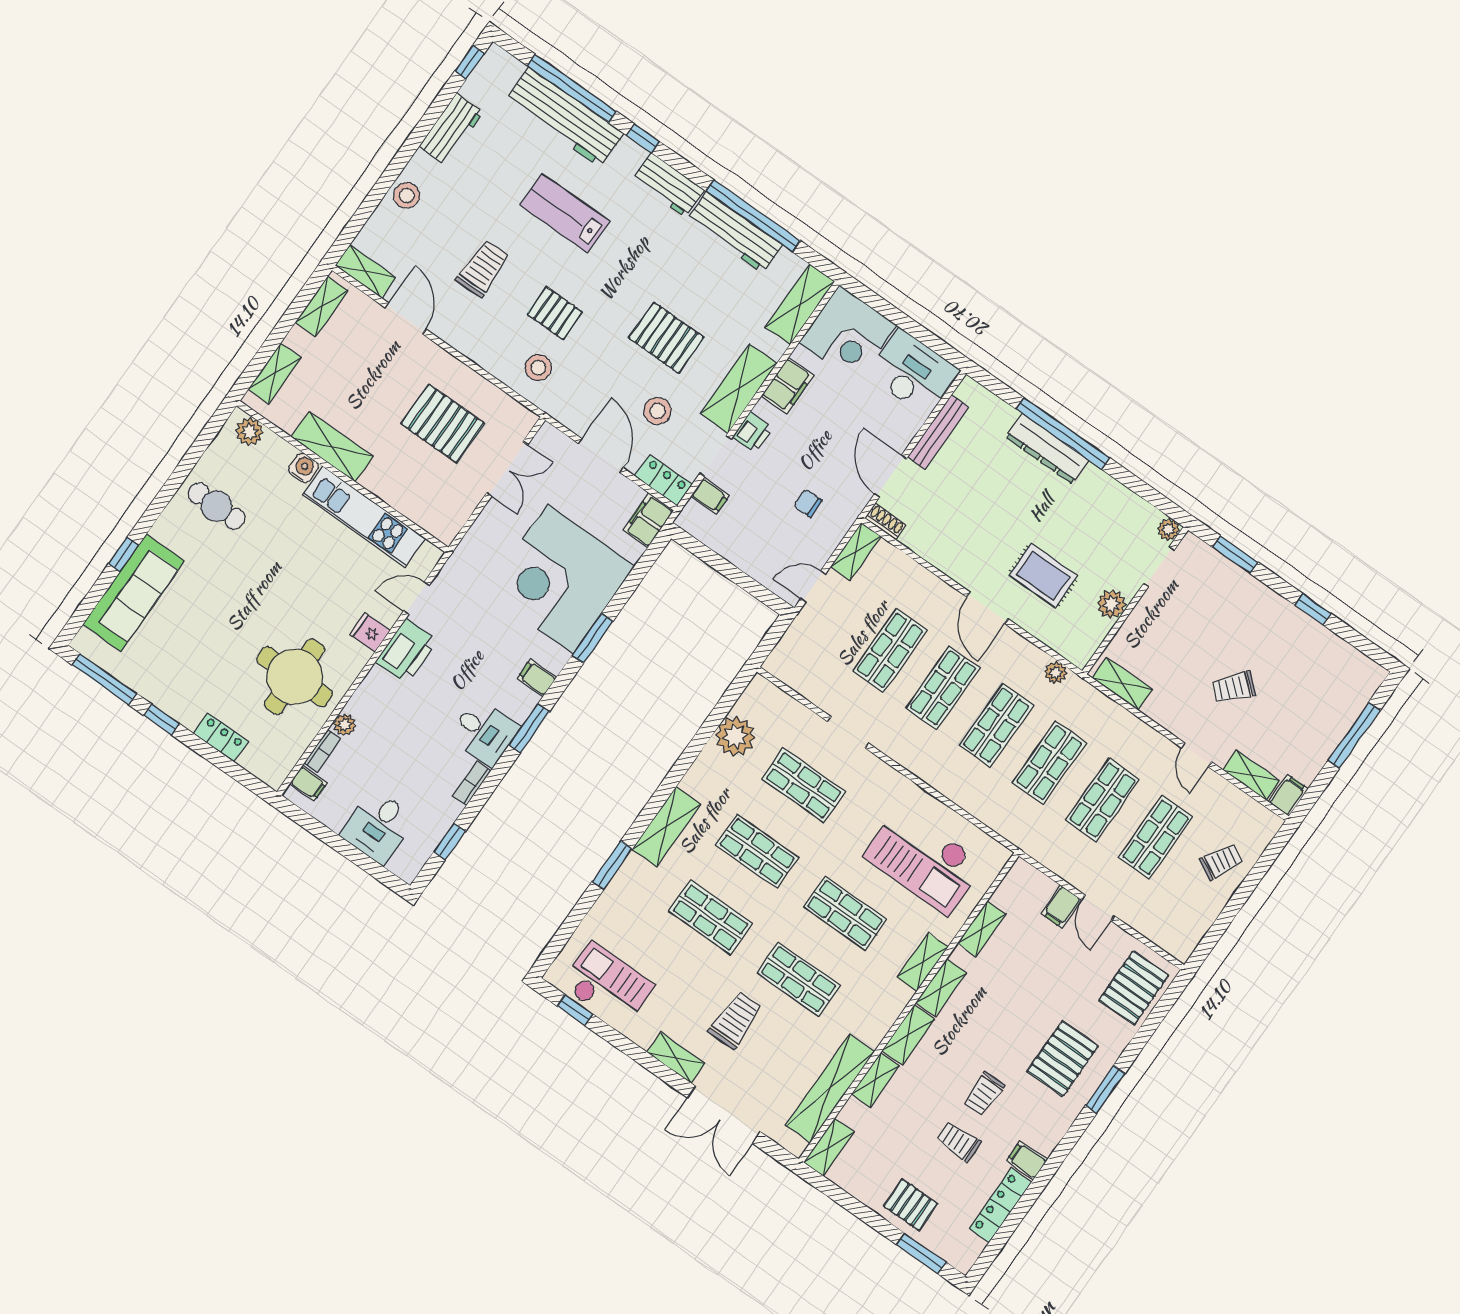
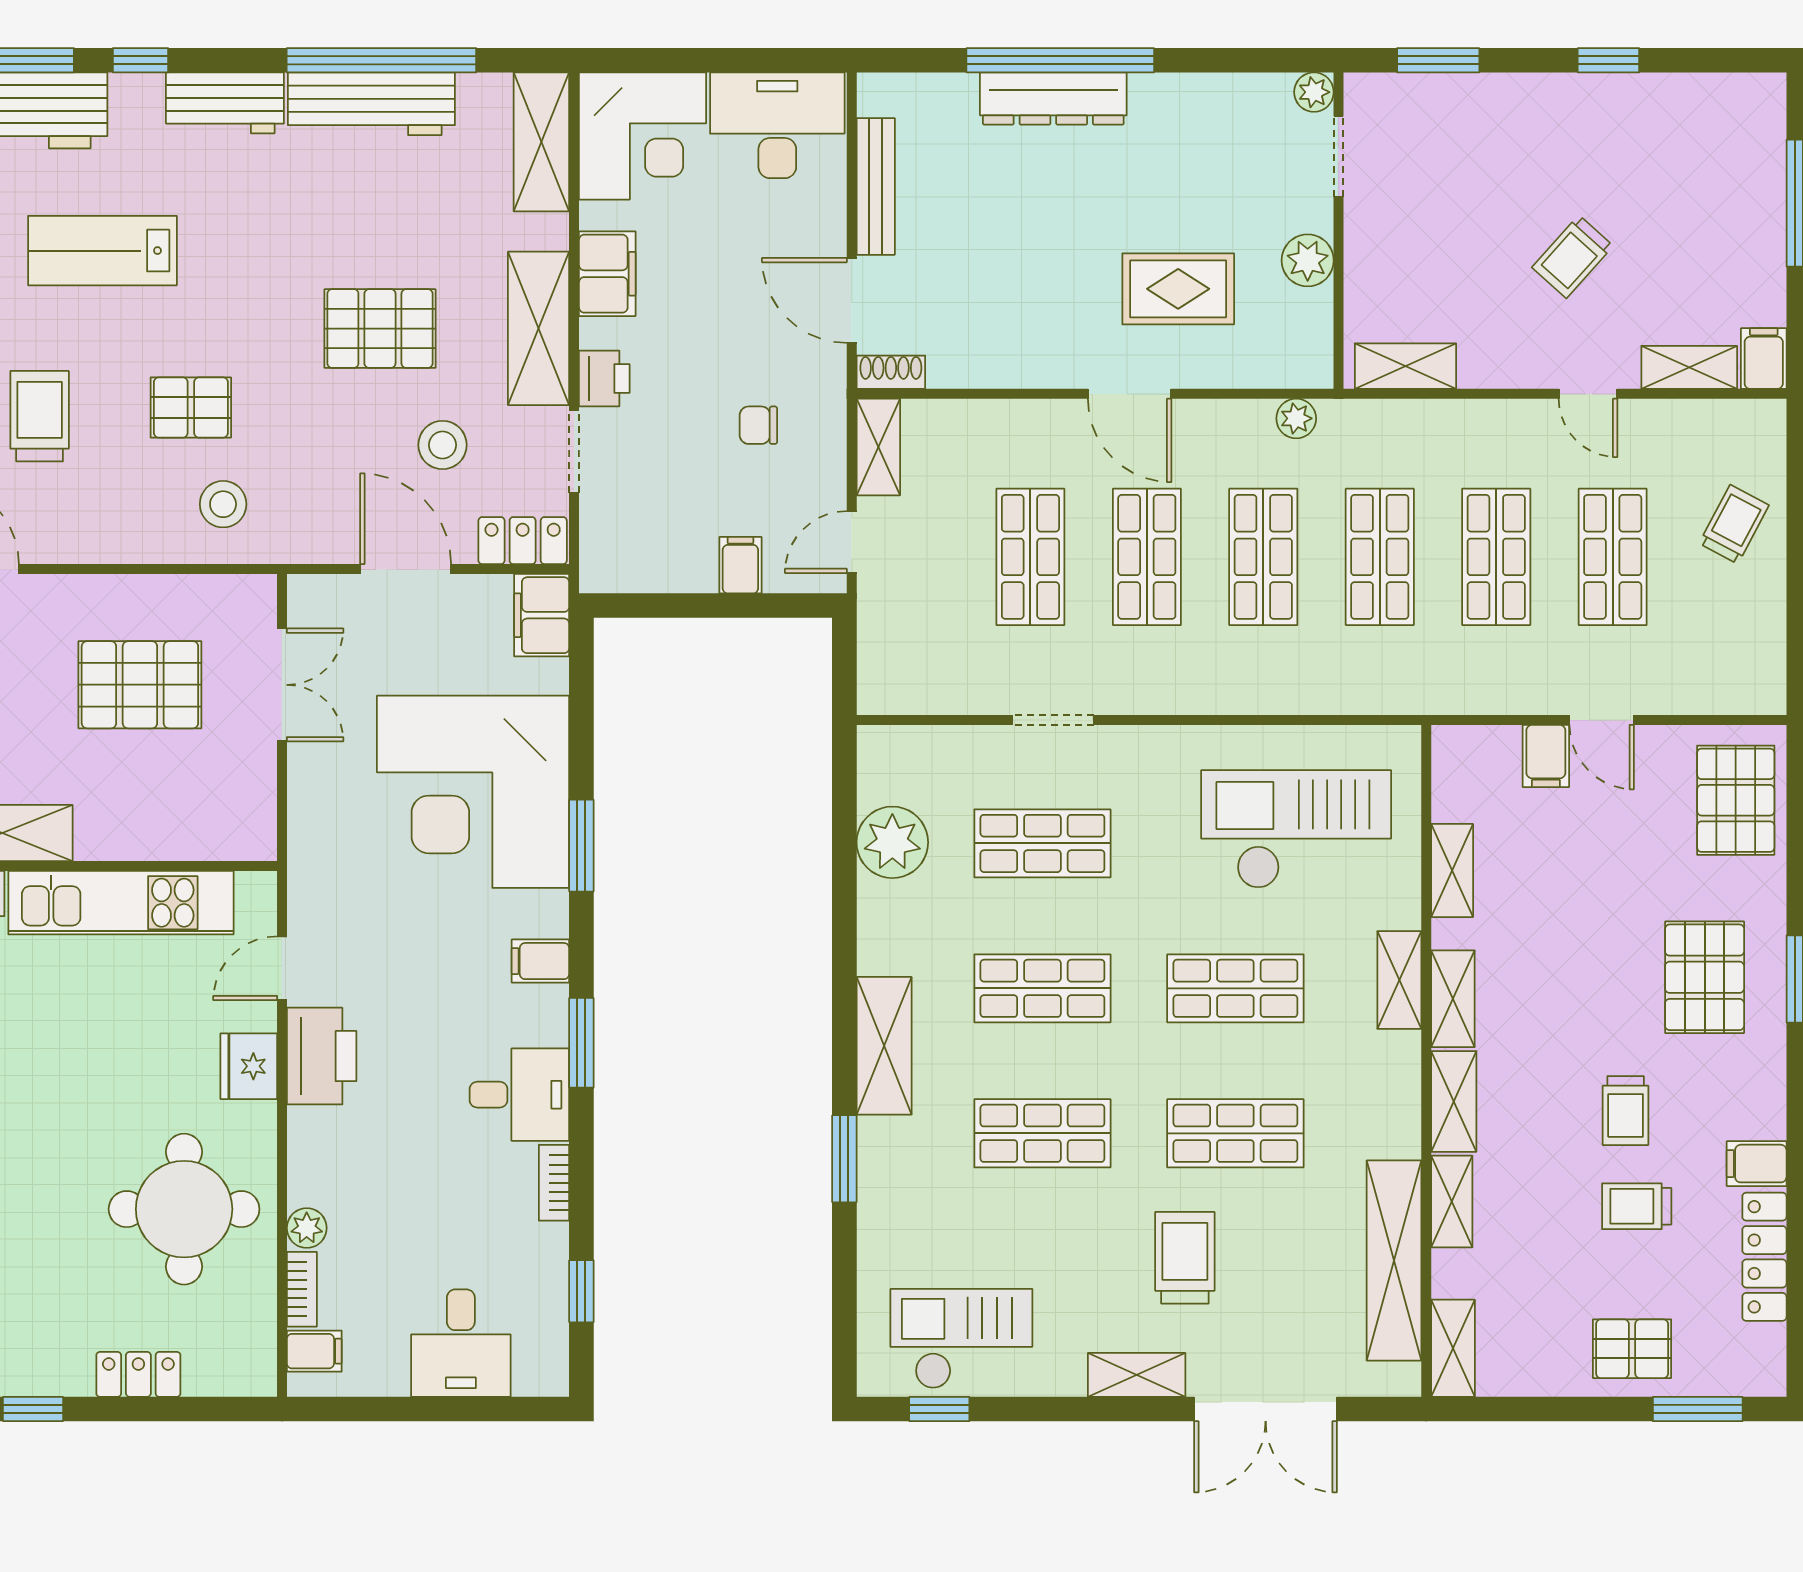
filing cabinet: (710, 496) -> (740, 565), moved, turned -90
fridge: (370, 632) -> (249, 1066), width x1.38
checkout: (924, 860) -> (1296, 829), turned 180

